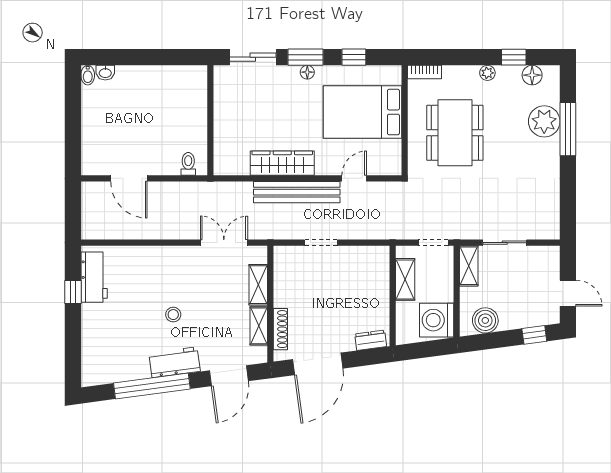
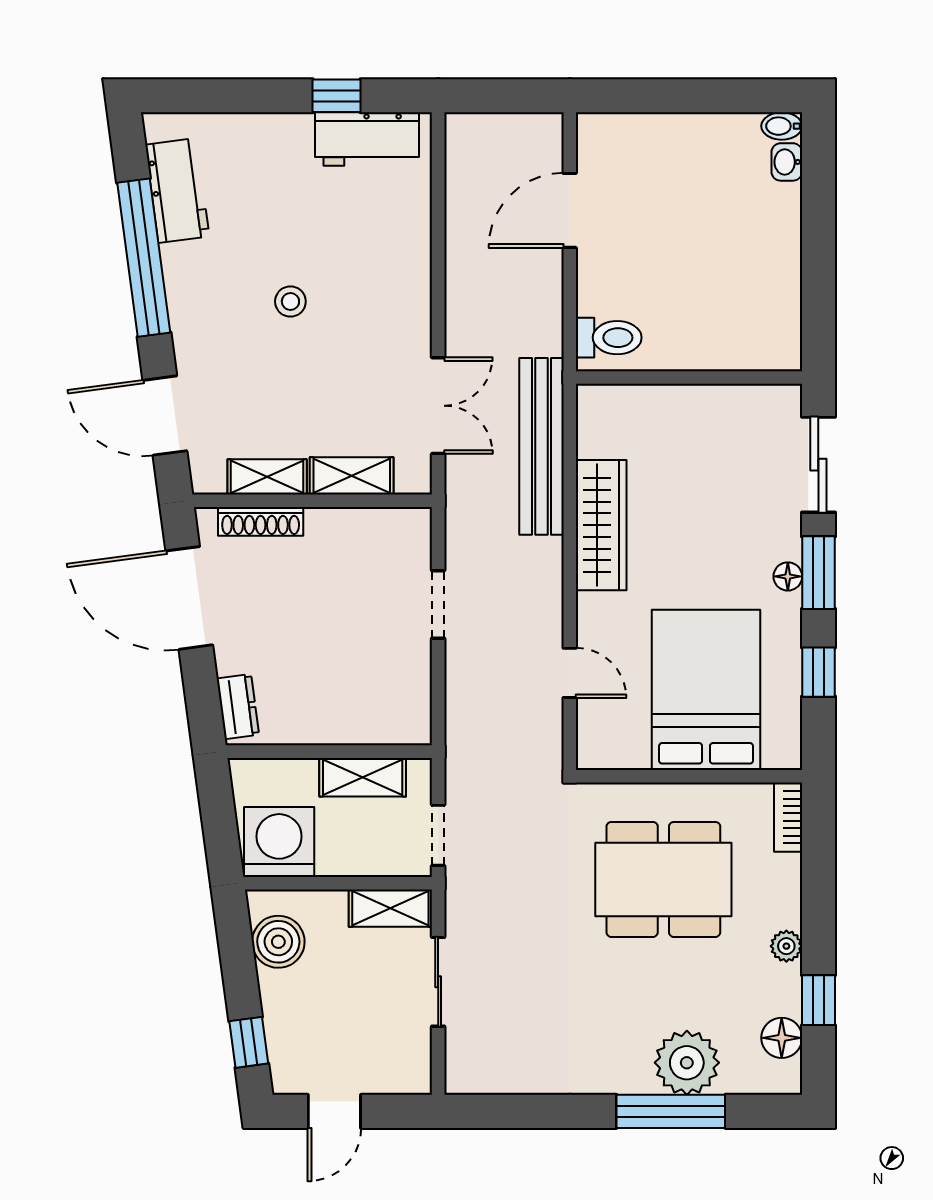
toilet: (188, 164) -> (609, 338), width x1.37, depth x1.39
bench: (297, 192) -> (542, 446), moved
workbench: (175, 362) -> (177, 191), moved

